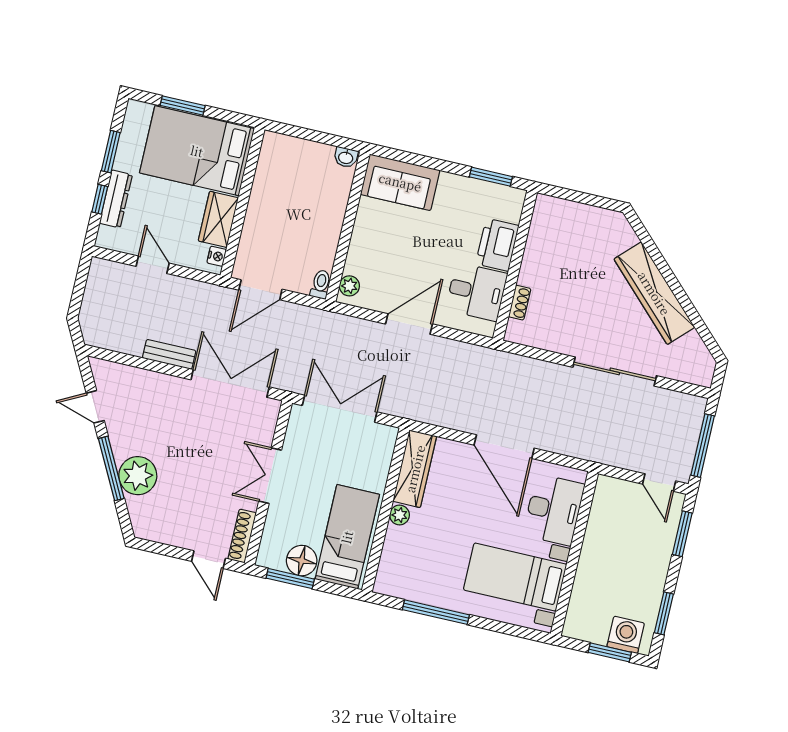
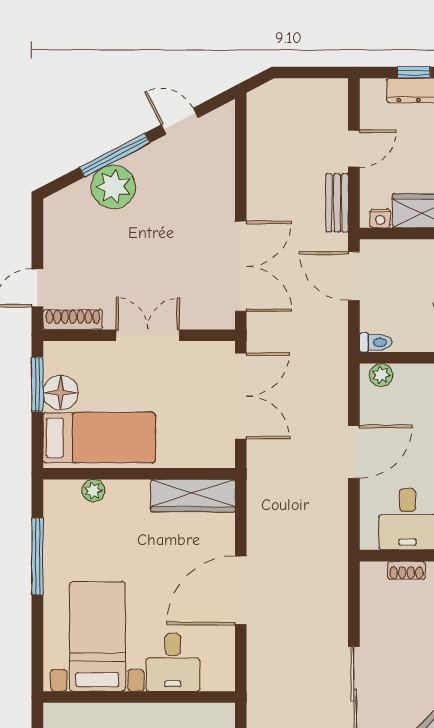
door: (409, 324) -> (354, 452), hinge flipped
bench: (169, 354) -> (337, 203), moved
door: (95, 407) -> (180, 121), hinge flipped
desk: (554, 510) -> (173, 662), width x0.73
plant: (400, 515) -> (93, 491), moved

